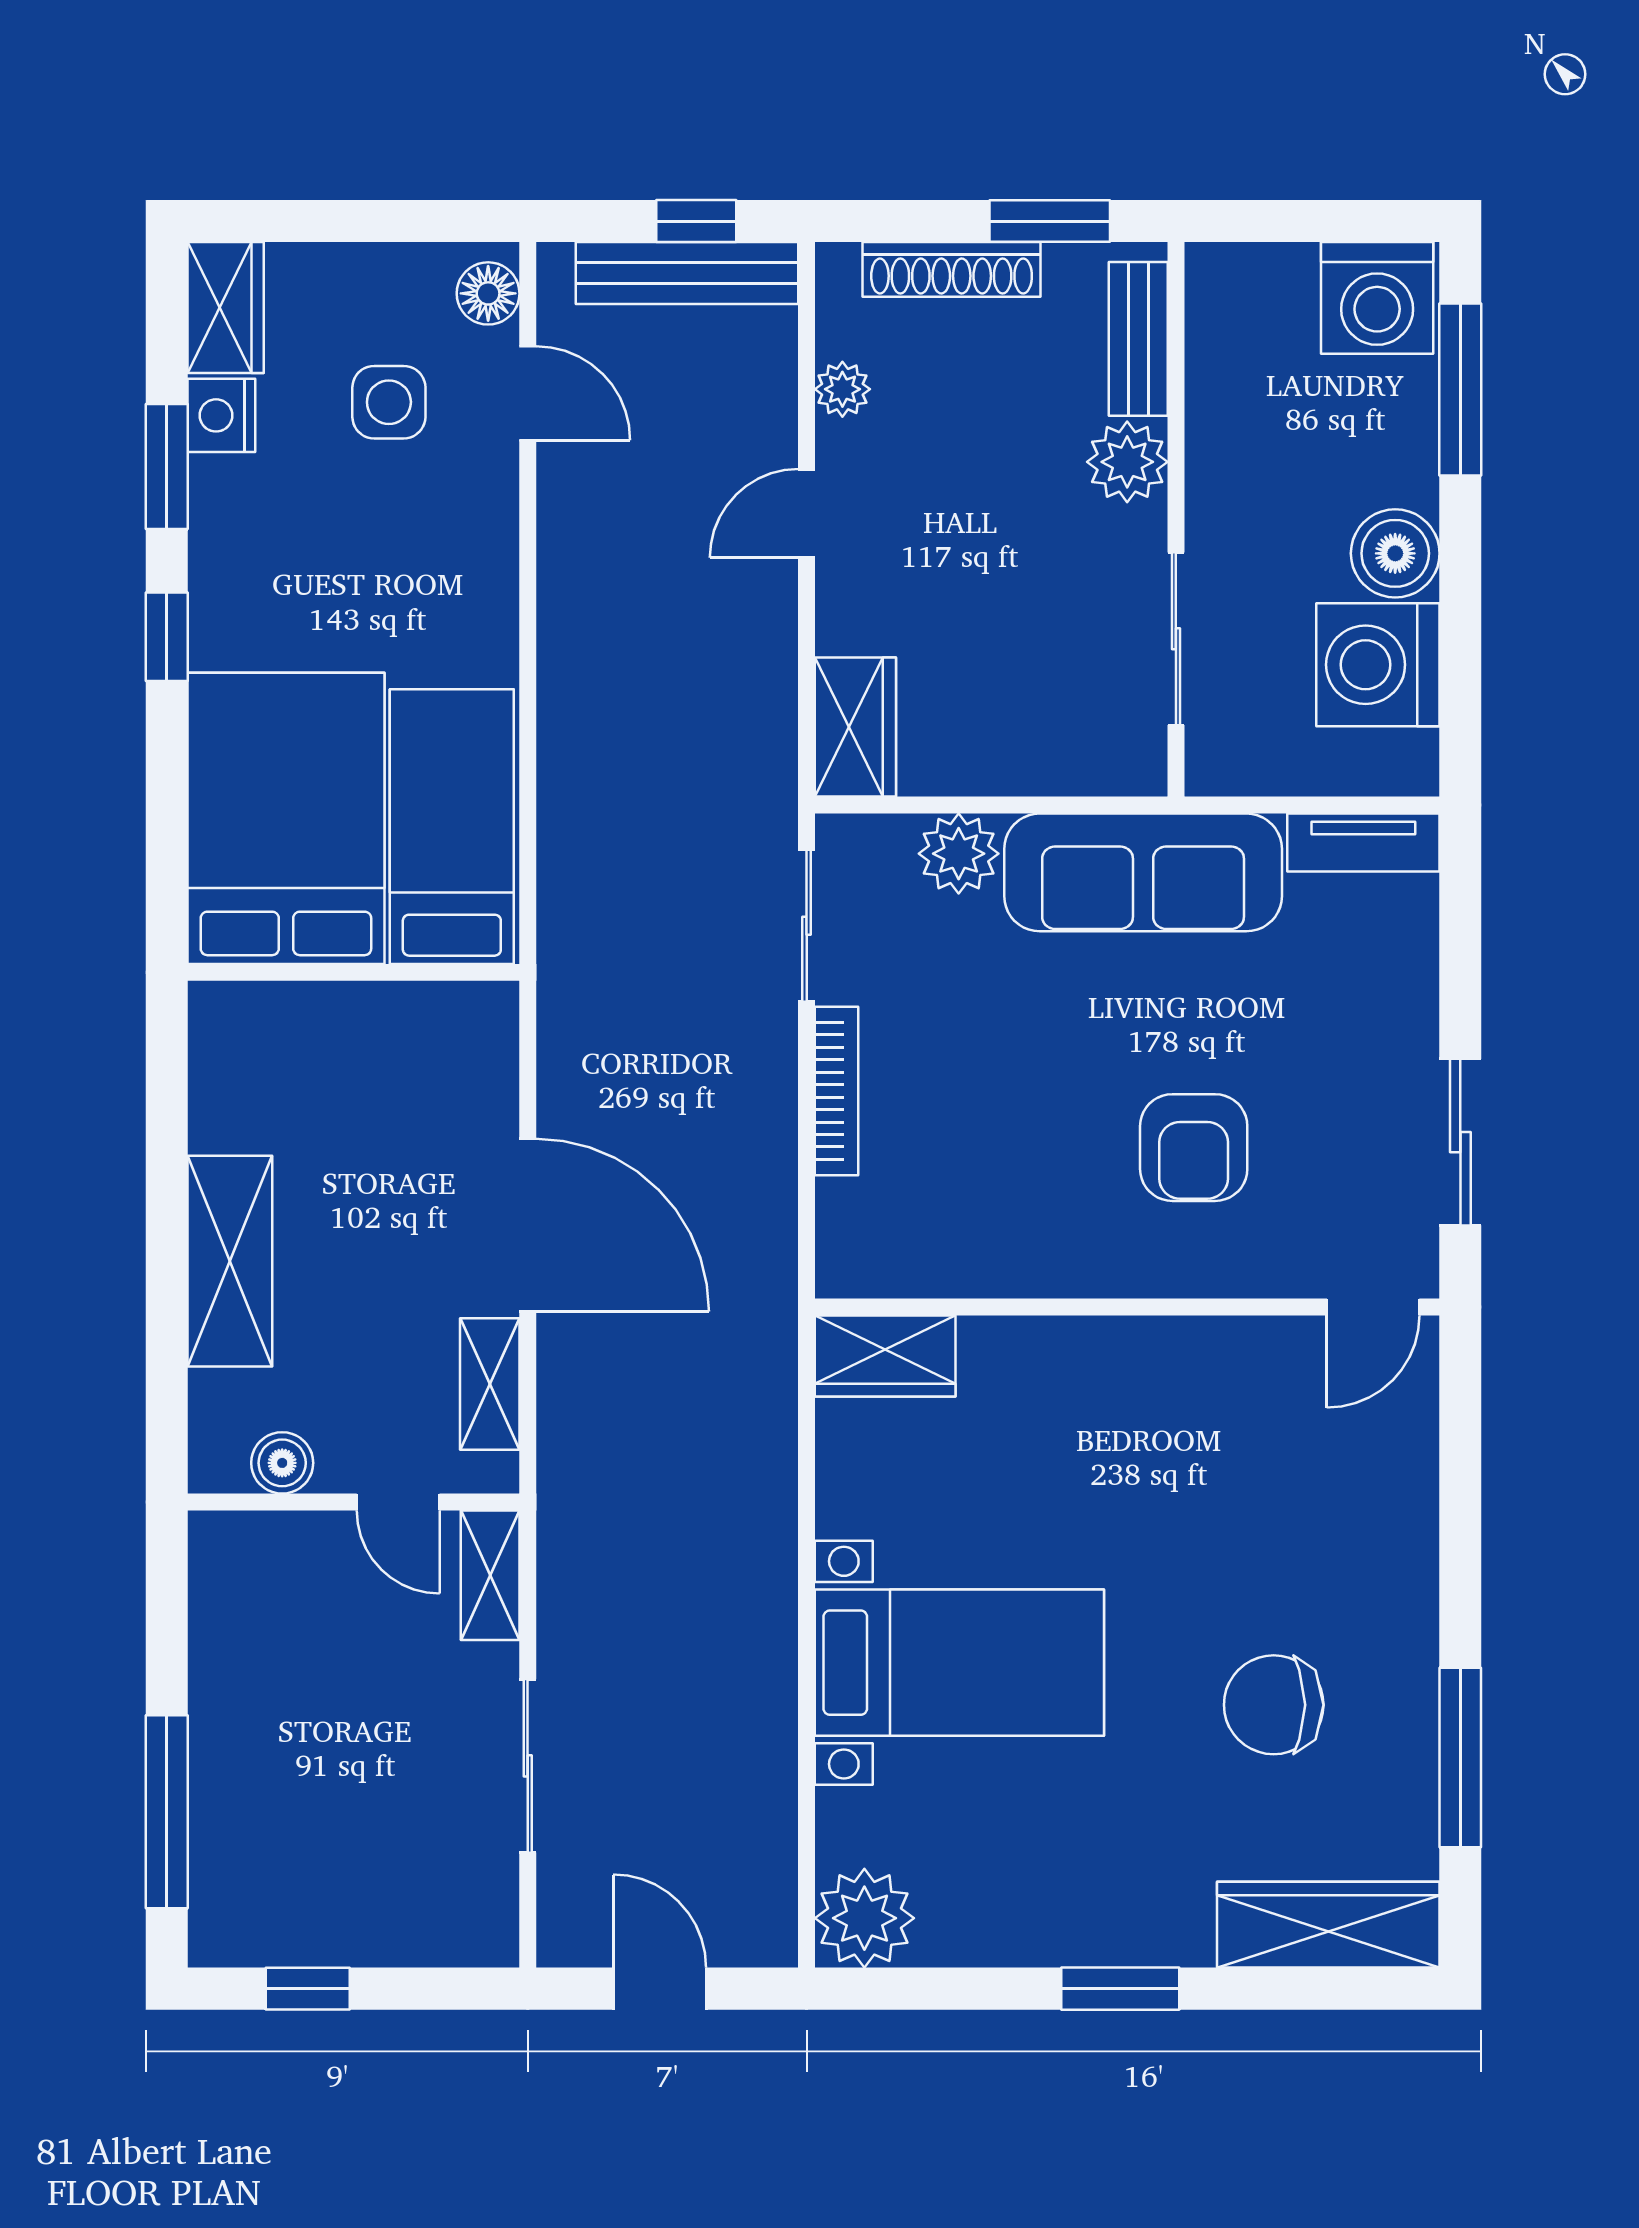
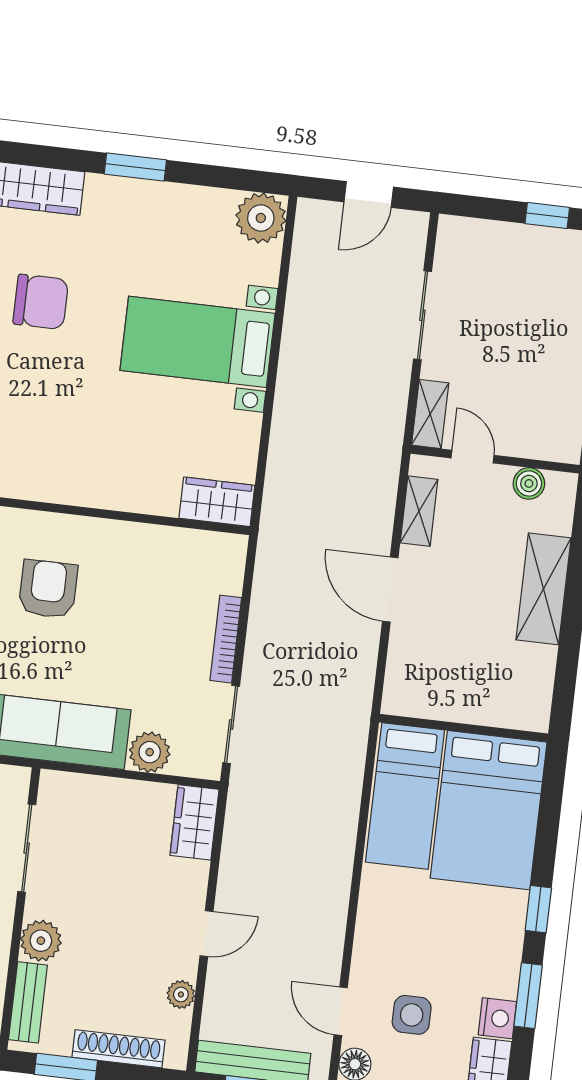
door: (528, 1225) -> (390, 589), width x0.73
door: (660, 1989) -> (369, 194), hinge flipped

